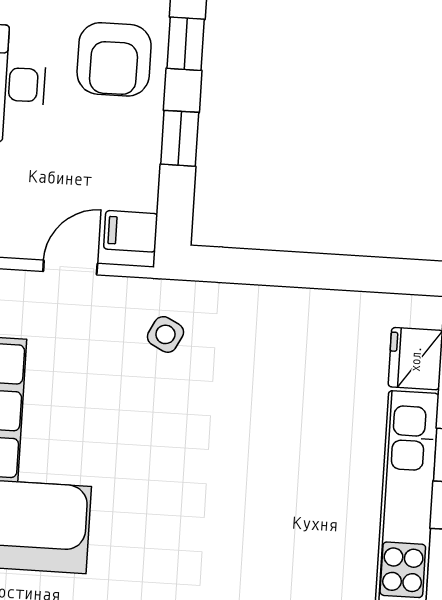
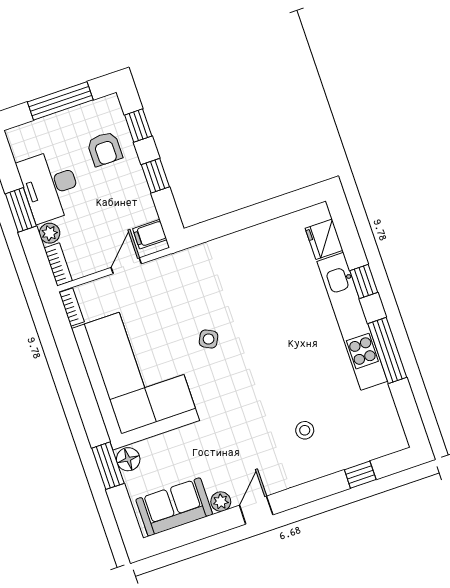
armchair: (114, 59) -> (105, 149), width x0.72, depth x0.72
side table: (165, 334) -> (209, 339), moved

